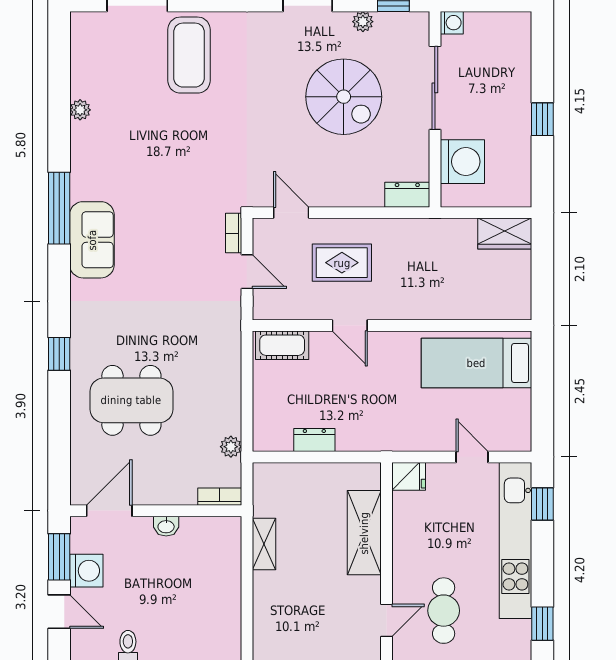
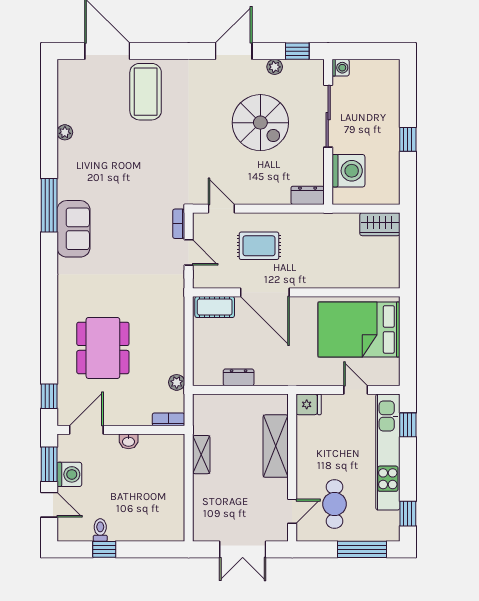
door: (350, 325) -> (265, 292), width x1.87
window: (59, 354) -> (49, 396), moved
bed: (476, 363) -> (359, 329), width x1.50
dining table: (131, 400) -> (103, 348), turned 90

